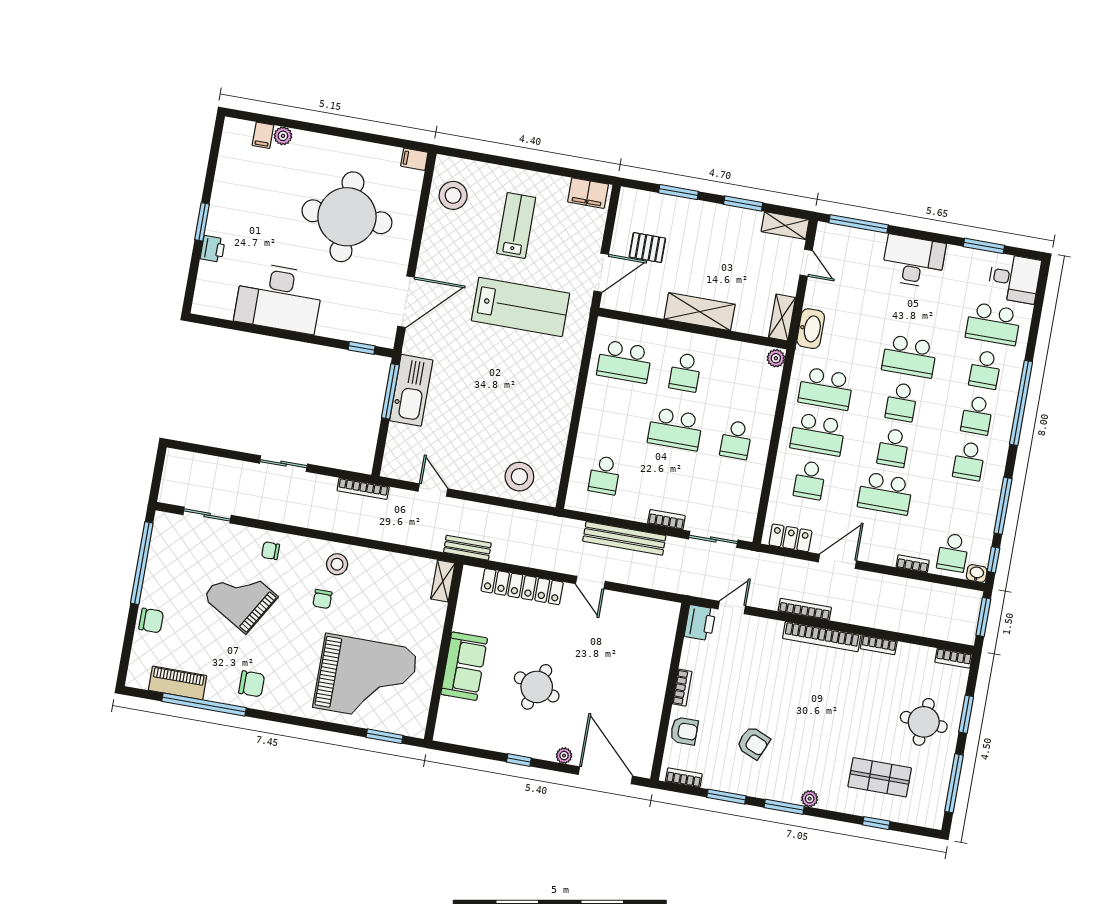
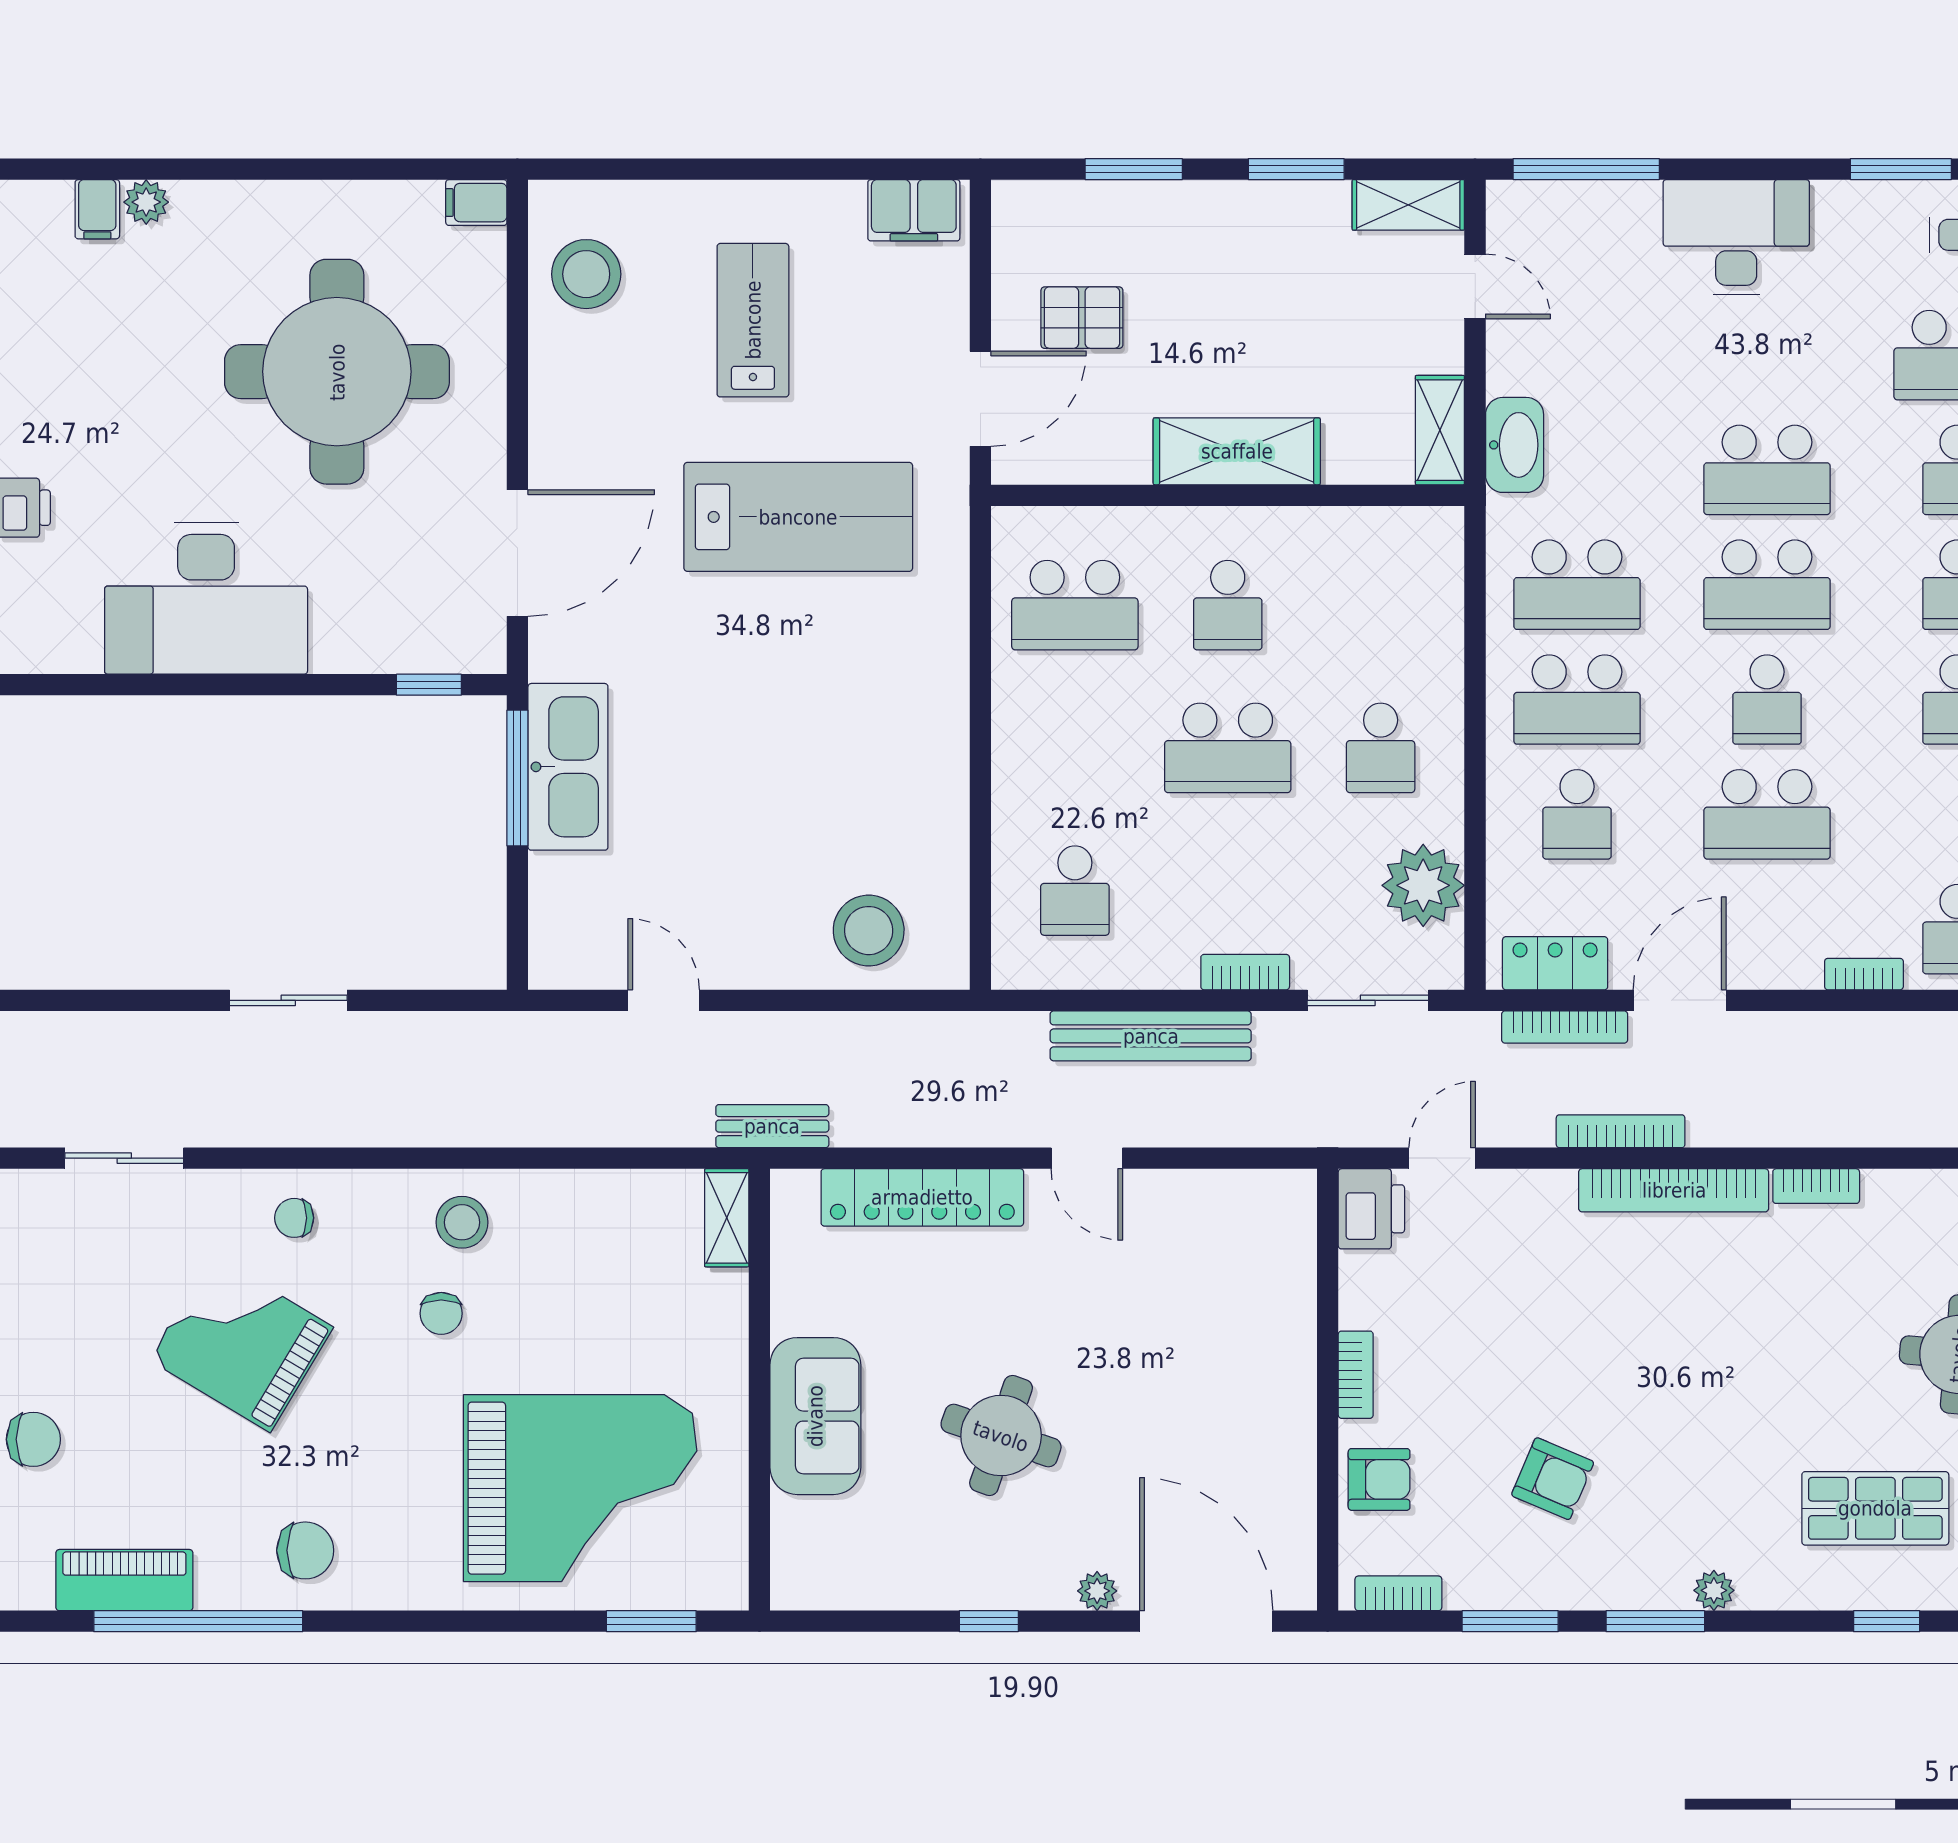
plant: (776, 358) -> (1423, 885), moved, width x1.88, depth x1.88
school desk: (901, 402) -> (1767, 585), width x1.85
bookcase: (363, 489) -> (1565, 1027), moved

